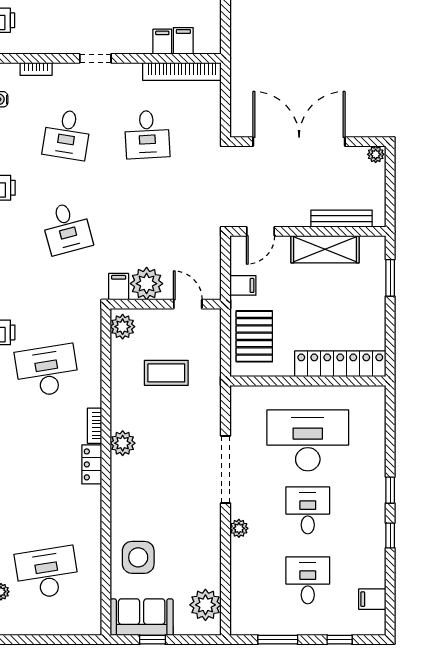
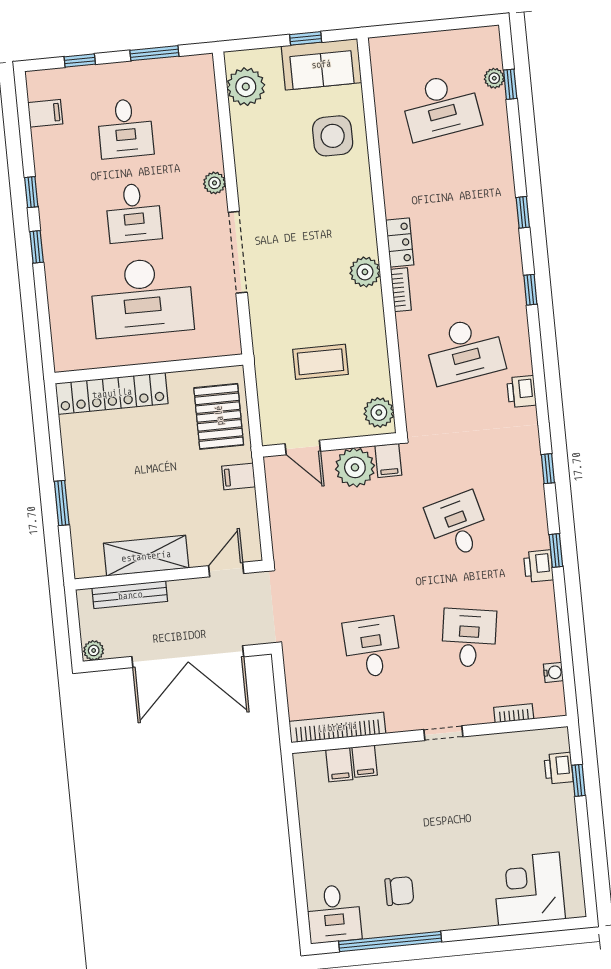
bench: (342, 219) -> (130, 595), moved
door: (261, 231) -> (226, 570), moved
wall: (308, 231) -> (169, 575), moved
shelving: (325, 249) -> (146, 556), moved

